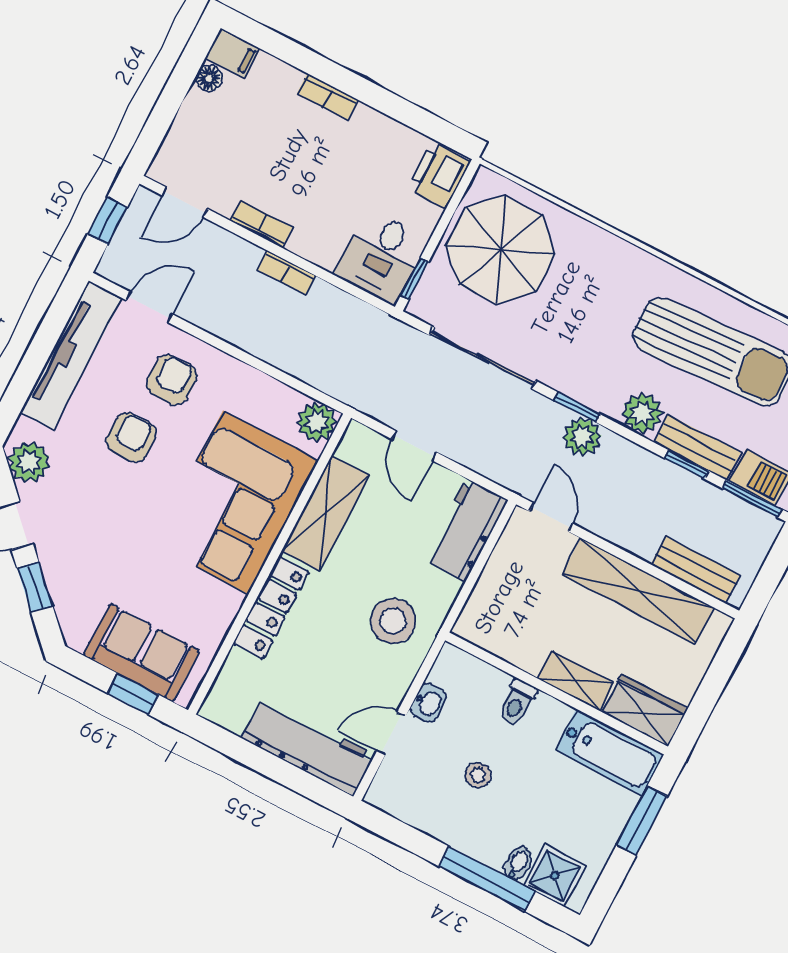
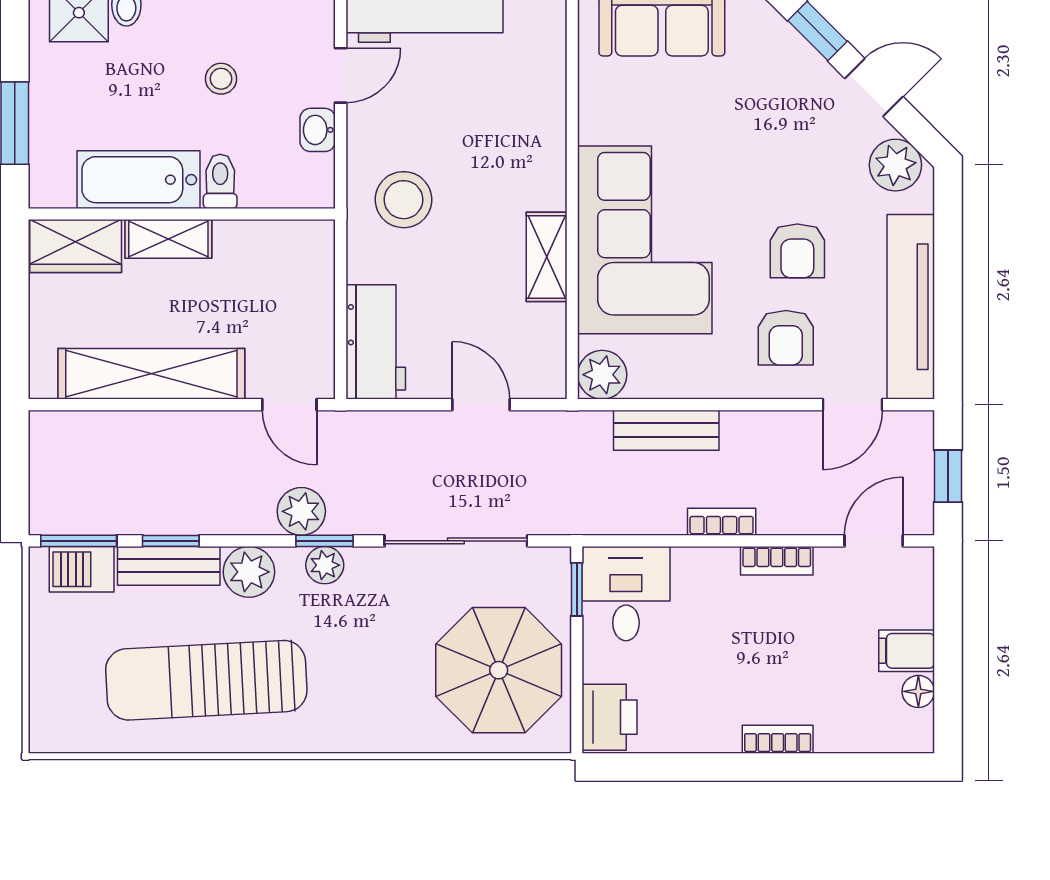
filing cabinet: (233, 53) -> (907, 651), moved
plant: (586, 390) -> (325, 565), added
shelving: (325, 513) -> (547, 257), width x0.67, depth x0.75
bench: (696, 570) -> (666, 430), moved
locker: (271, 607) -> (546, 144), removed
bathtub: (609, 752) -> (138, 180), moved

